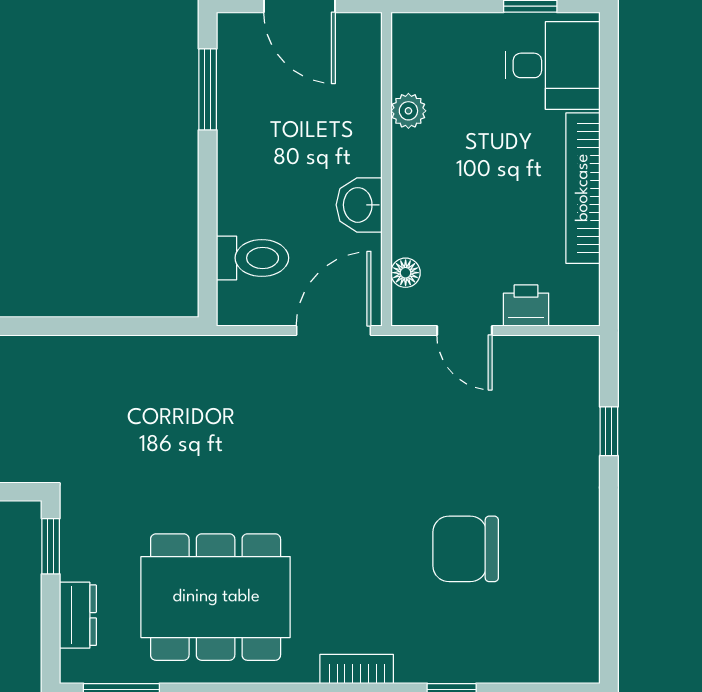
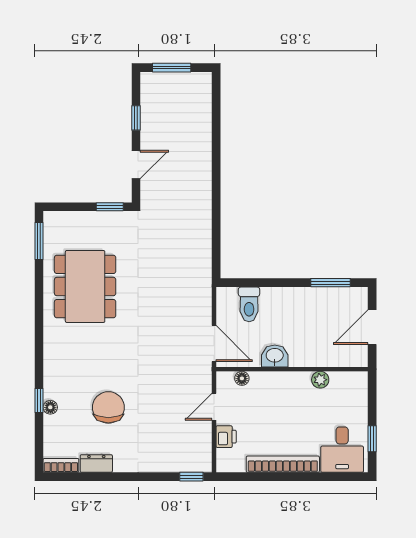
window: (609, 431) -> (191, 477), moved
dresser: (78, 615) -> (96, 464), moved, turned 180
bookcase: (357, 669) -> (61, 465), moved, turned -90
floor lamp: (465, 669) -> (50, 407), added

